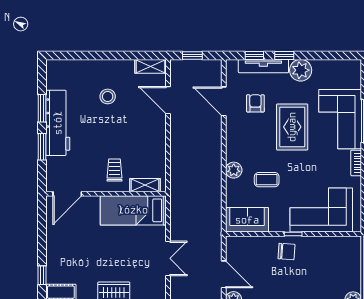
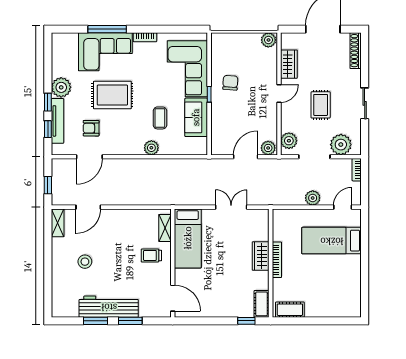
sofa: (247, 220) -> (196, 117), moved
chair: (286, 252) -> (230, 83), moved

